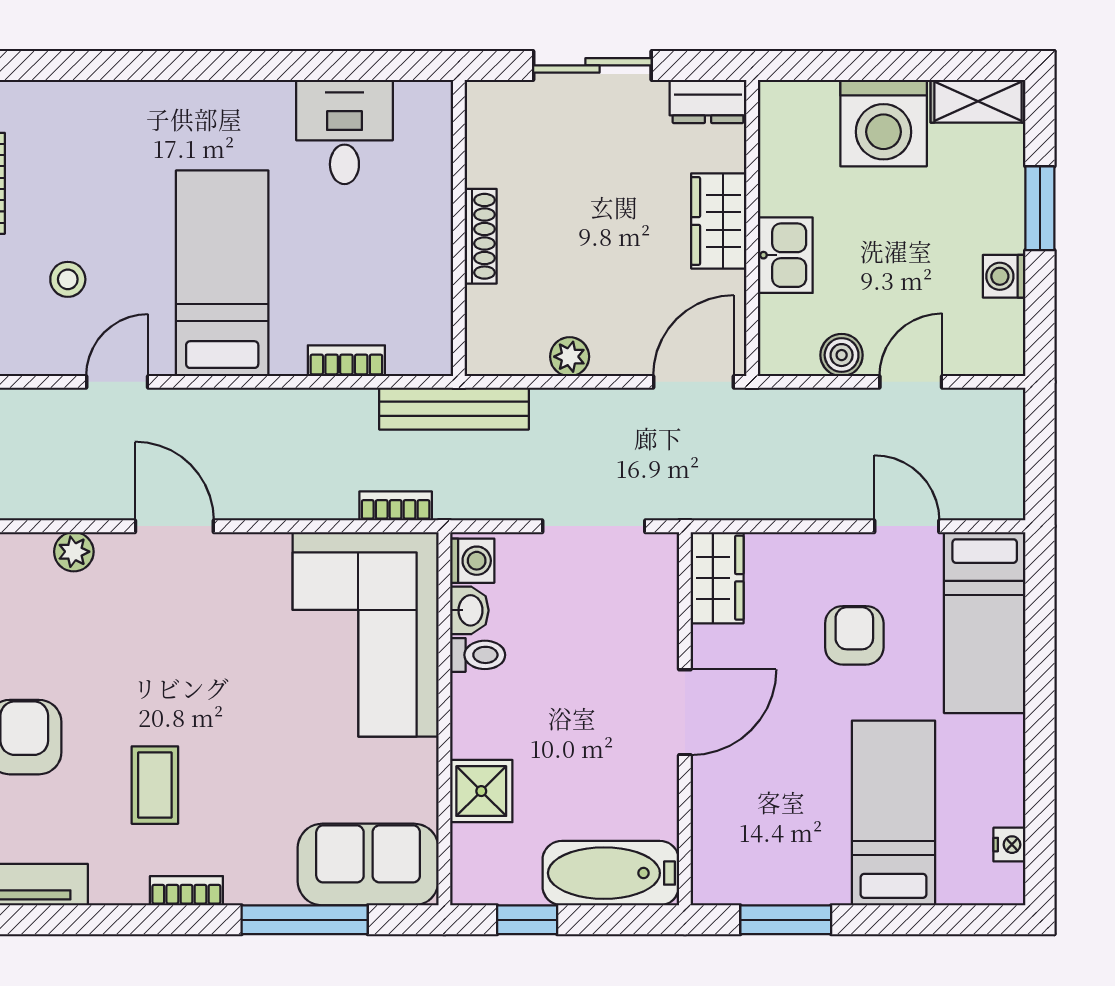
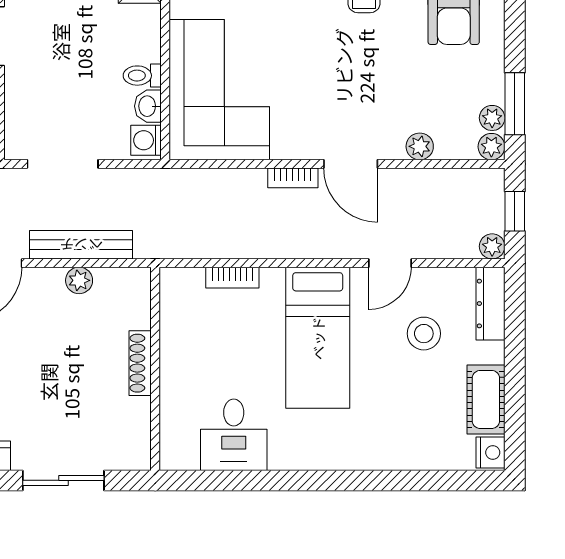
stool: (68, 279) -> (424, 334), width x1.37, depth x1.37
bench: (454, 409) -> (81, 245), moved
bookcase: (396, 506) -> (293, 178), moved

